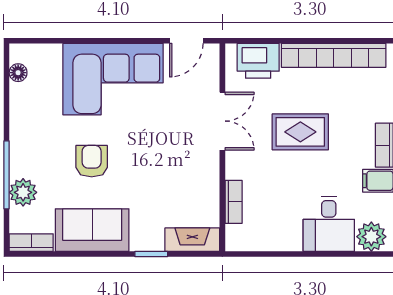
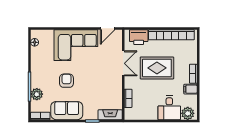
rug: (300, 132) -> (157, 68), width x1.36, depth x1.43

